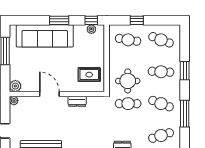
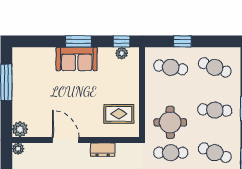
sofa: (45, 36) -> (77, 59), width x0.54, depth x0.79

